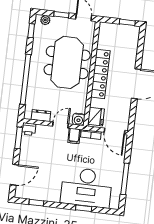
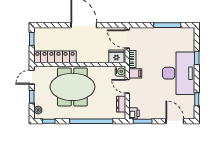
locker: (100, 74) -> (55, 57), moved
door: (114, 131) -> (127, 39), swing flipped
desk: (86, 187) -> (179, 73), moved

